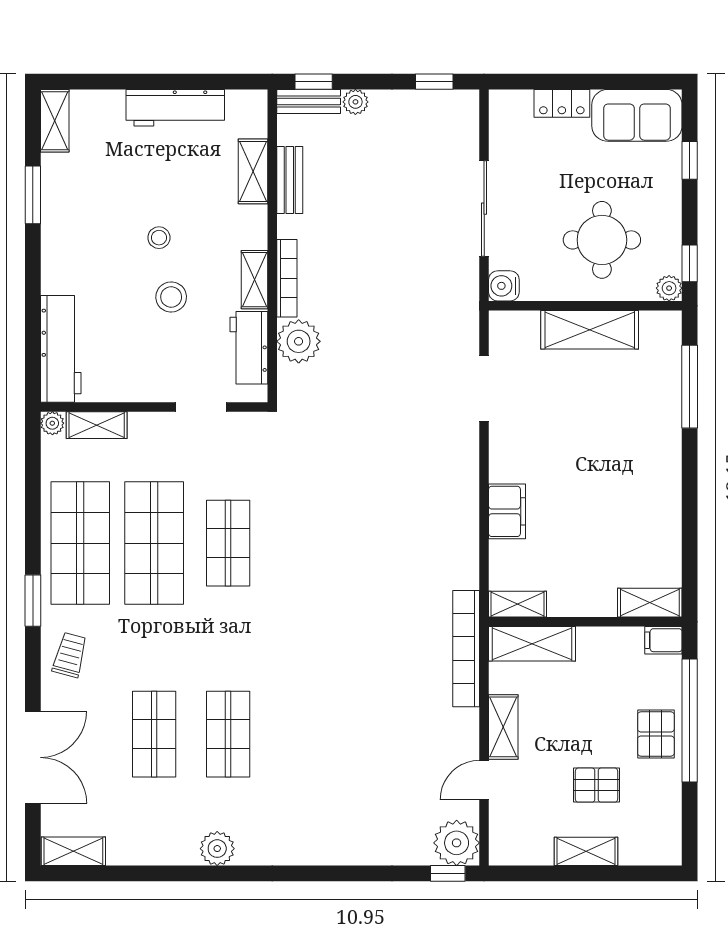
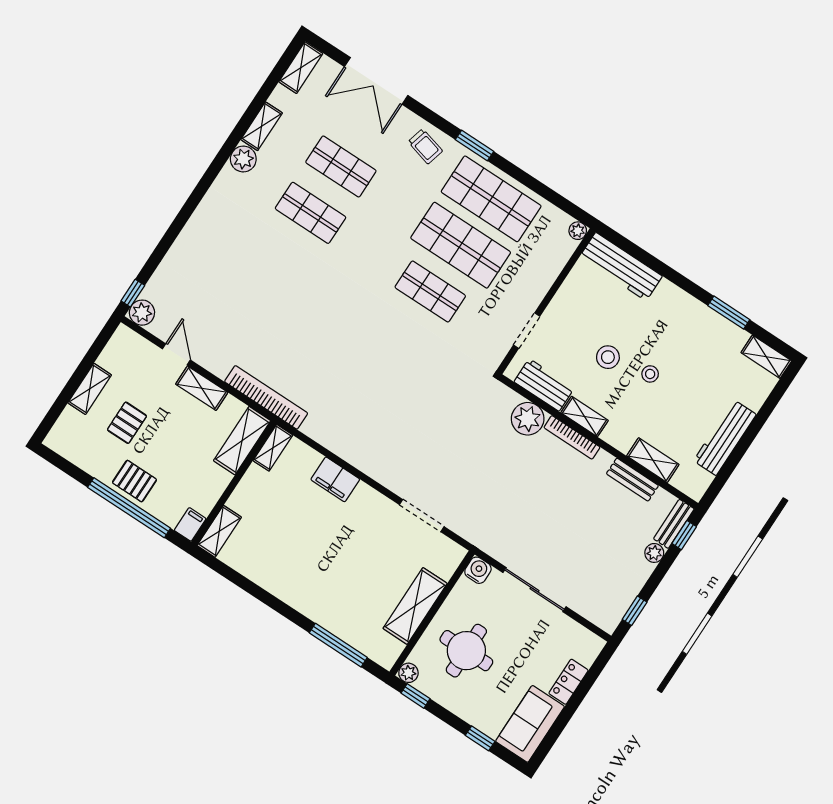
shelving: (97, 425) -> (262, 126), moved
plant: (457, 843) -> (142, 313), width x0.73, depth x0.73

